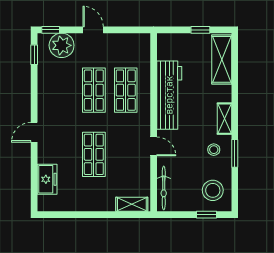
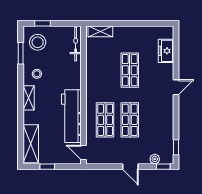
plant: (62, 45) -> (155, 159), width x0.53, depth x0.53
door: (154, 146) -> (83, 153), moved
window: (235, 153) -> (21, 53), moved

